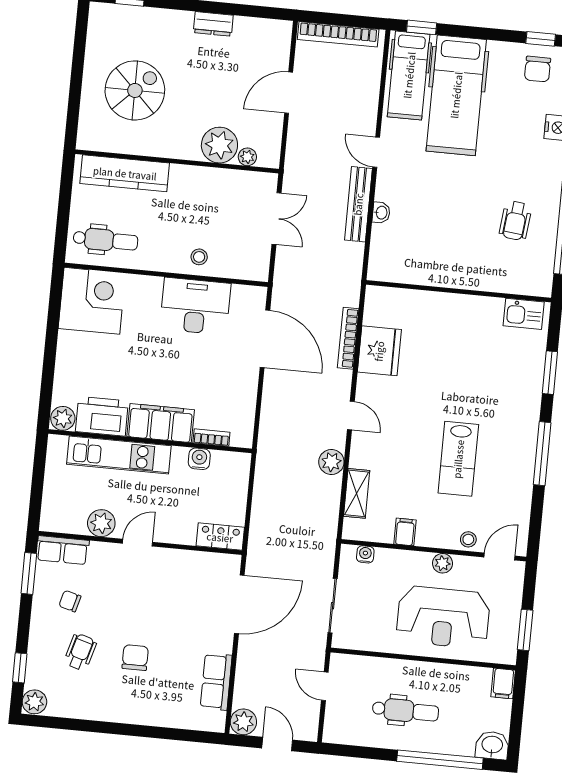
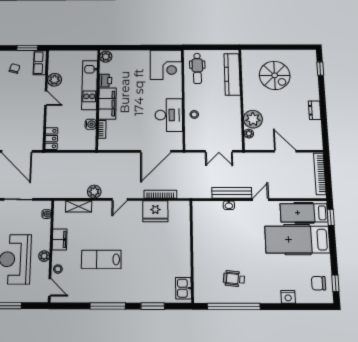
printer: (102, 416) -> (105, 81), width x0.53, depth x0.68
filing cabinet: (405, 532) -> (60, 239), width x2.00

